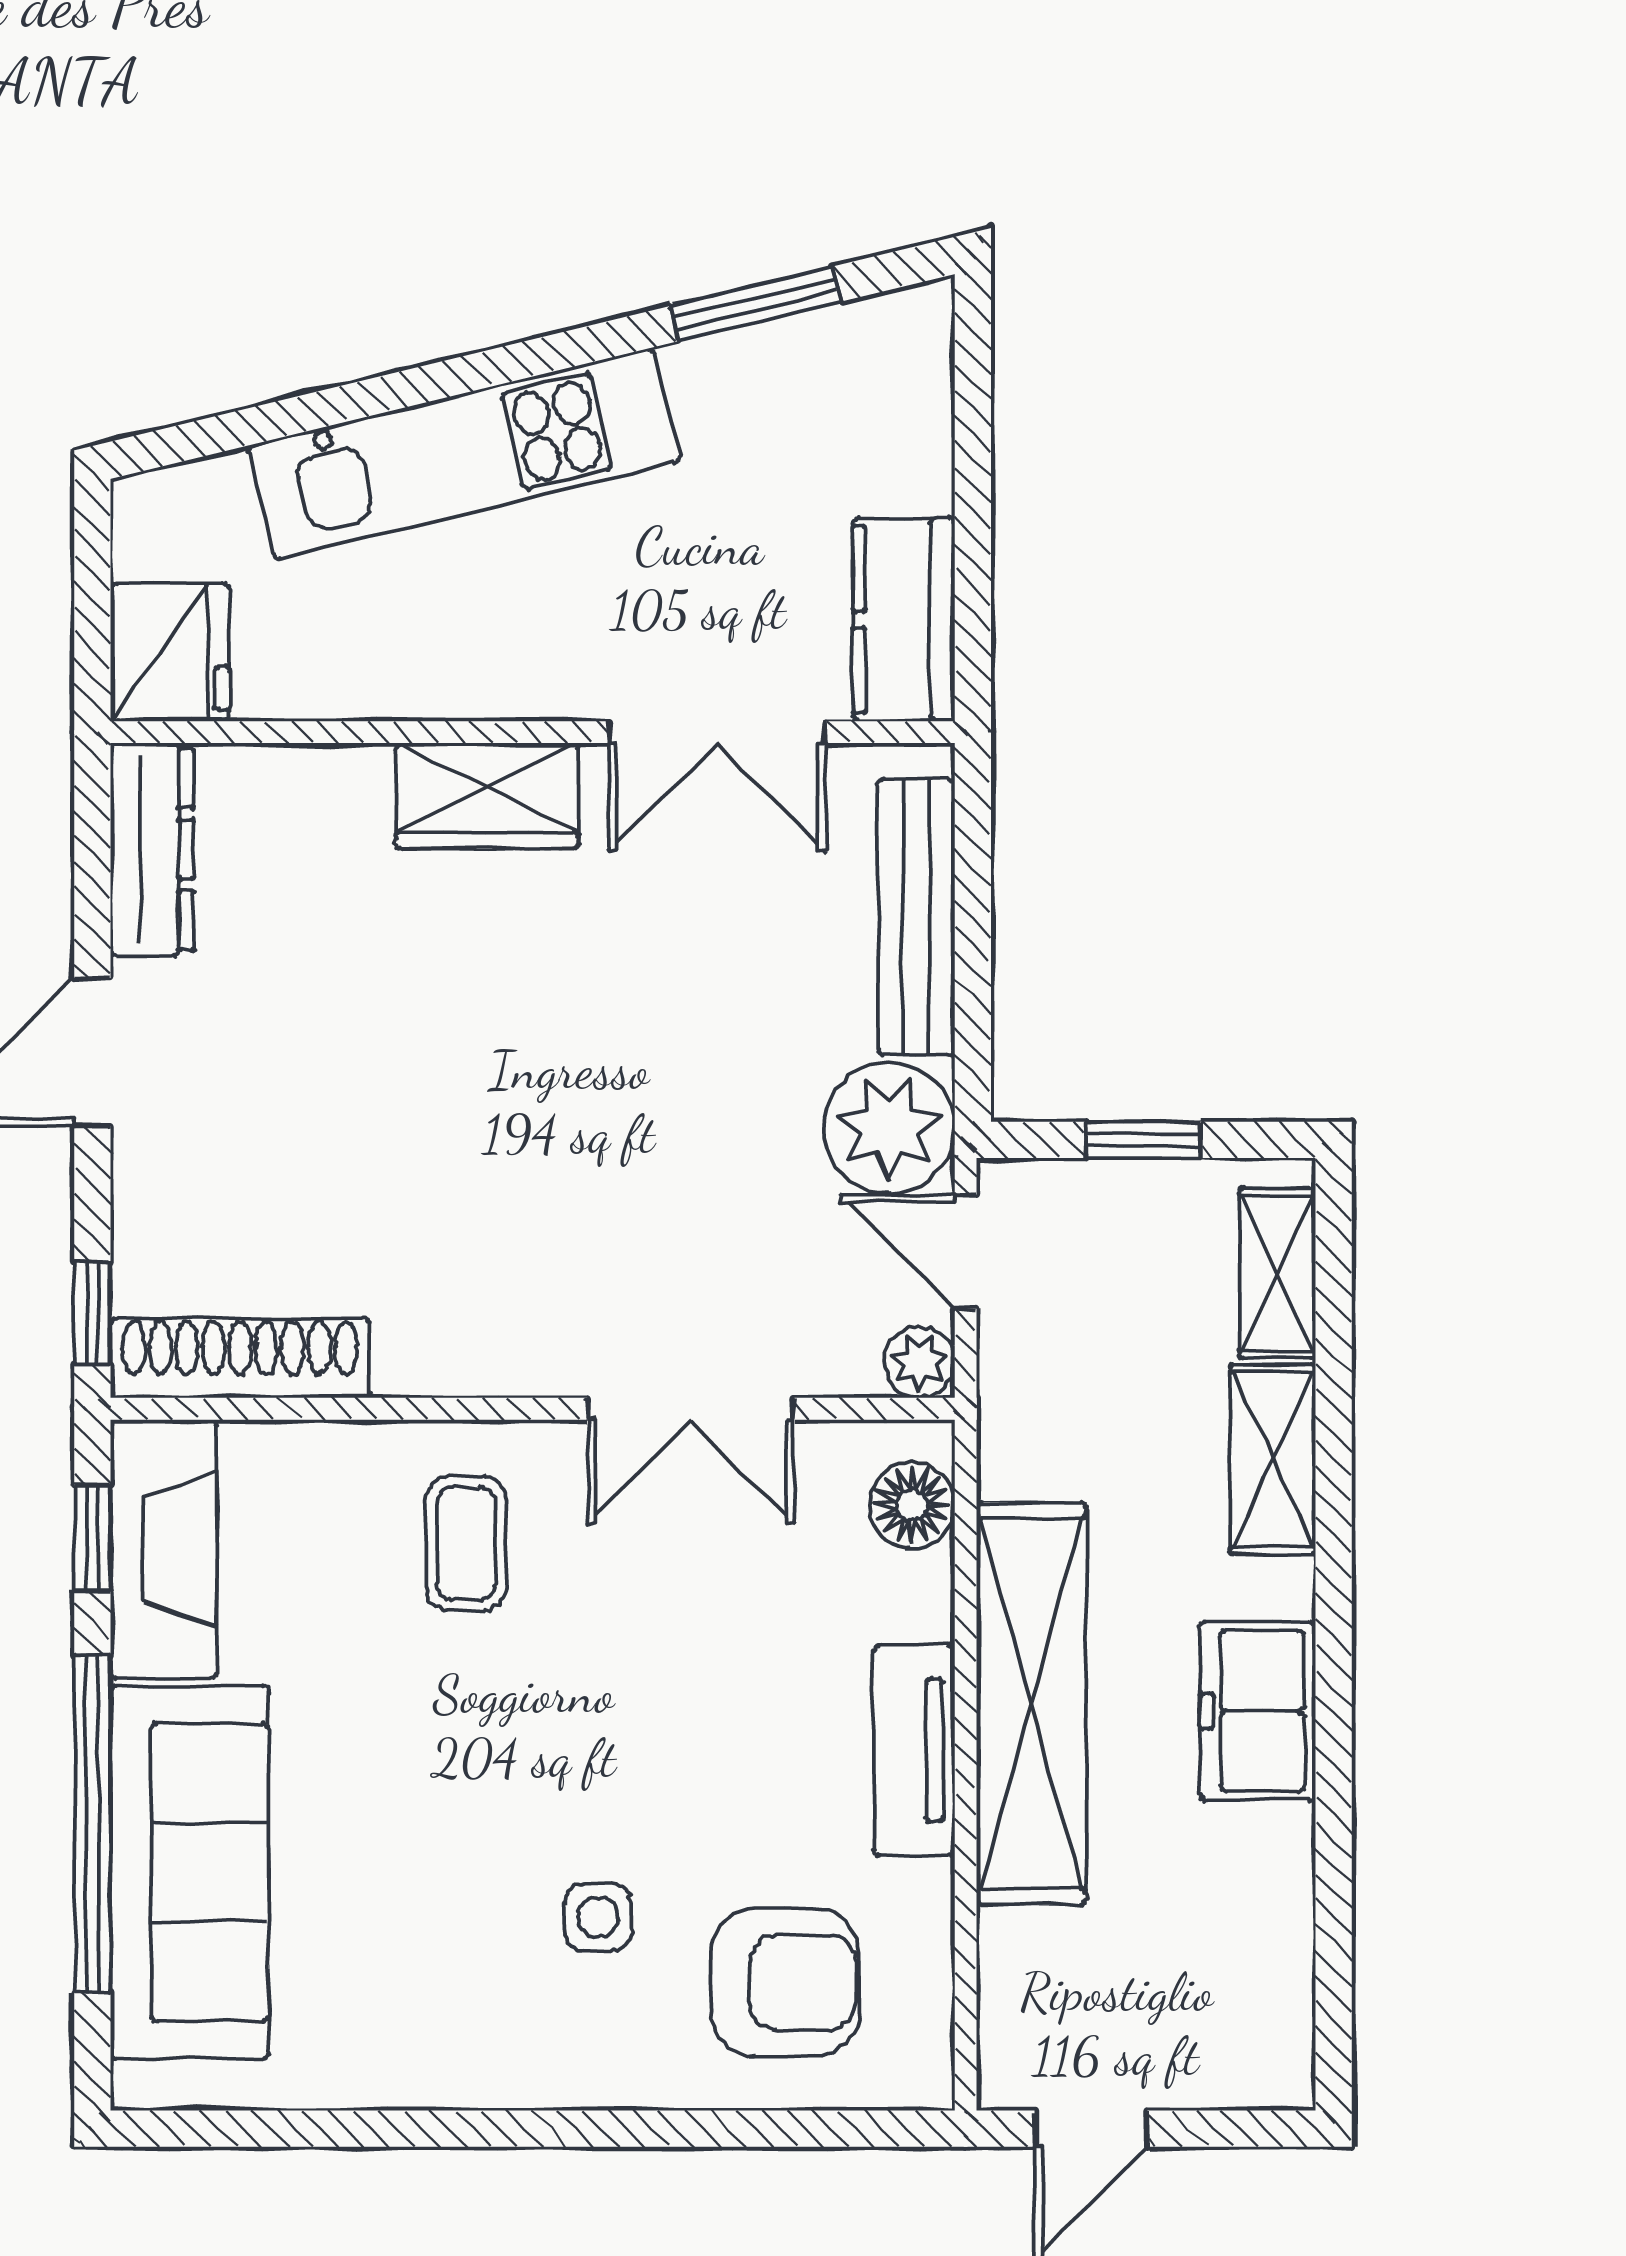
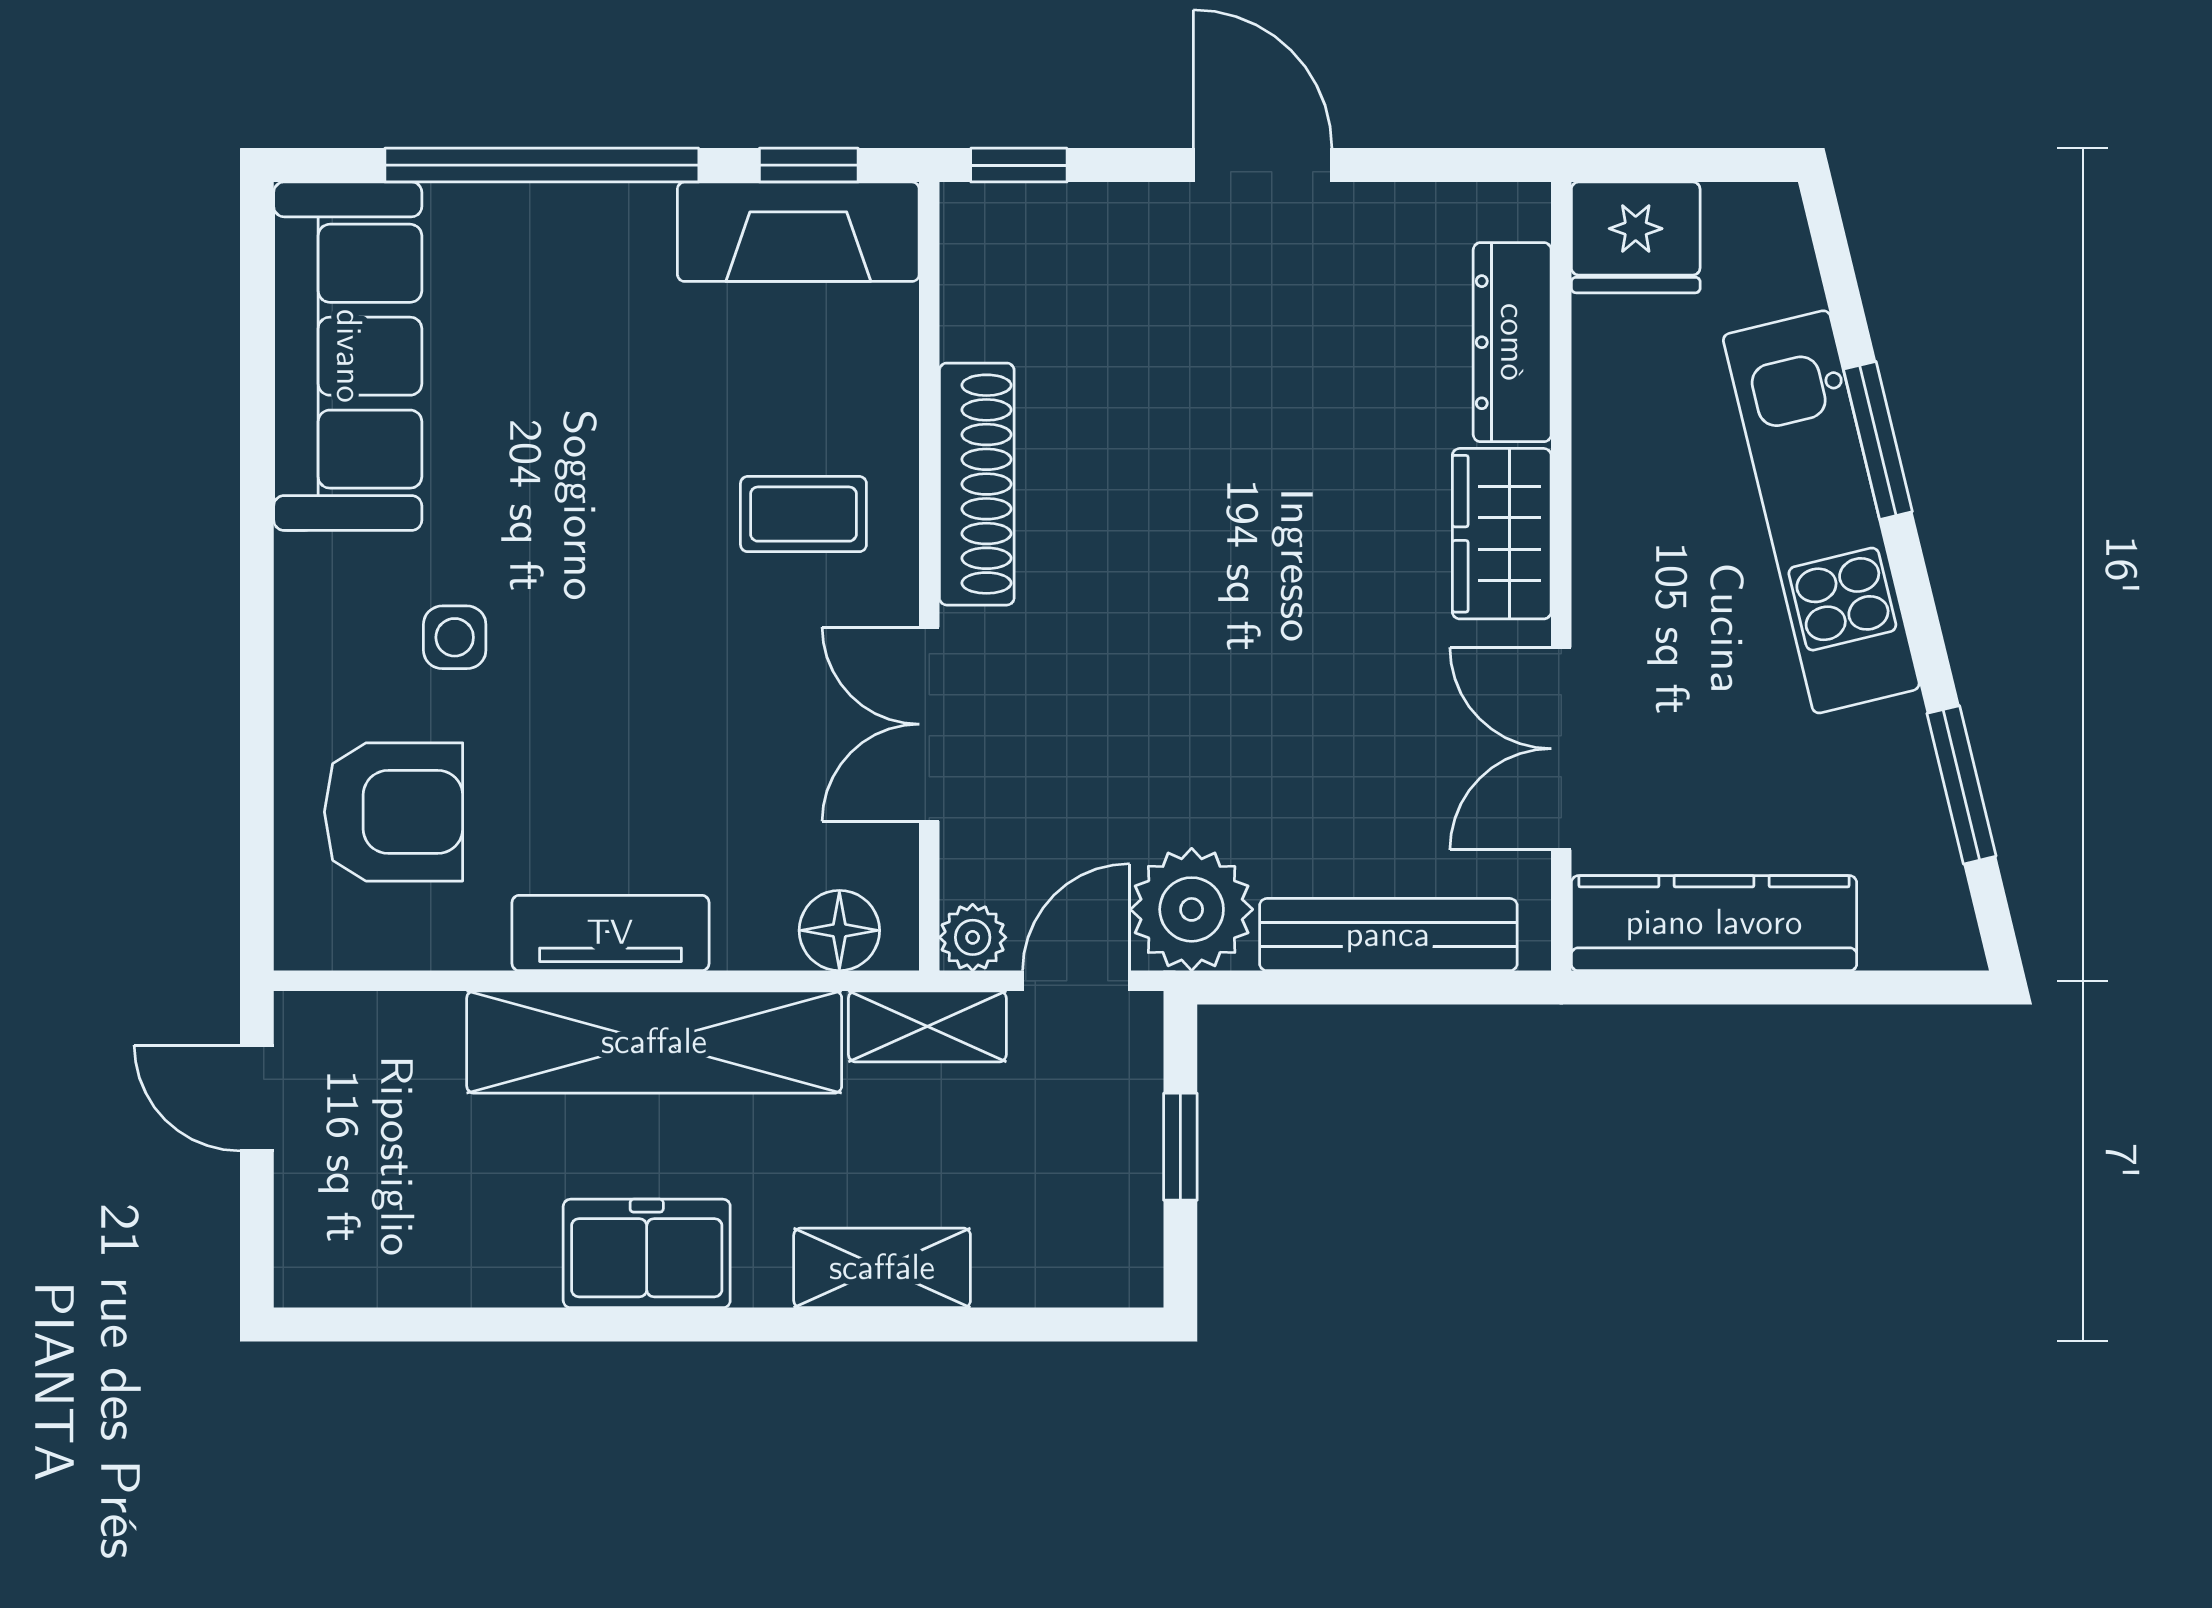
window: (387, 393) -> (1878, 440), added
kitchen counter: (904, 620) -> (1714, 923), width x1.50
dresser: (152, 850) -> (1512, 342), moved, turned 90
shelving: (1278, 1273) -> (927, 1026), moved
shoe rack: (240, 1358) -> (977, 484), moved
sofa: (190, 1872) -> (348, 356), moved, turned -90
armchair: (785, 1982) -> (394, 812), turned -90

